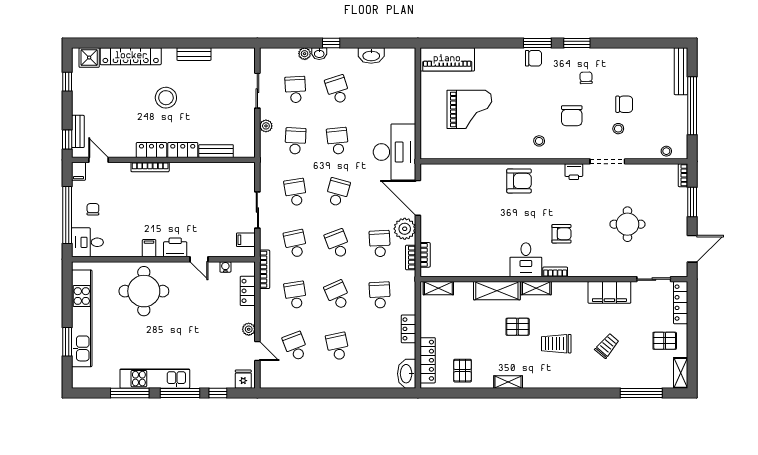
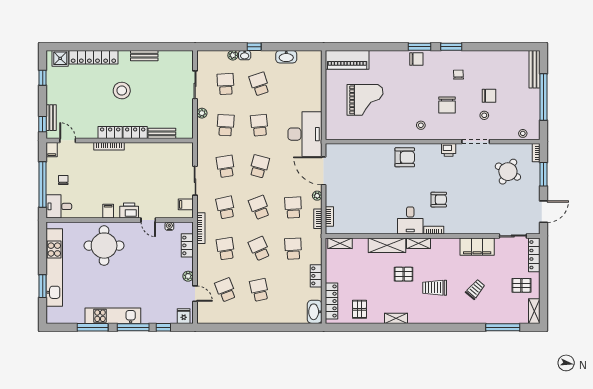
round table: (627, 224) -> (508, 172), moved, turned 30
plant: (405, 229) -> (317, 196), width x0.53, depth x0.53

